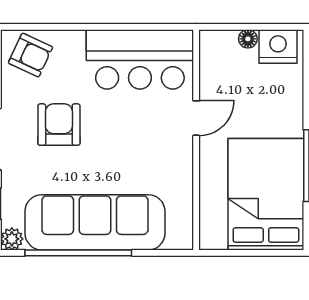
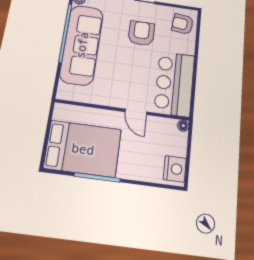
floor lamp: (248, 39) -> (183, 126), moved
armchair: (30, 55) -> (183, 24), turned 71
armchair: (59, 125) -> (141, 33), turned -90

